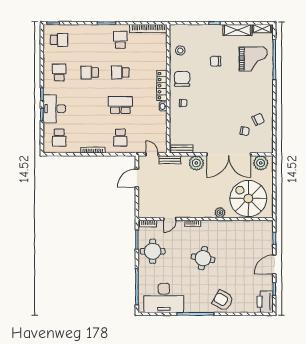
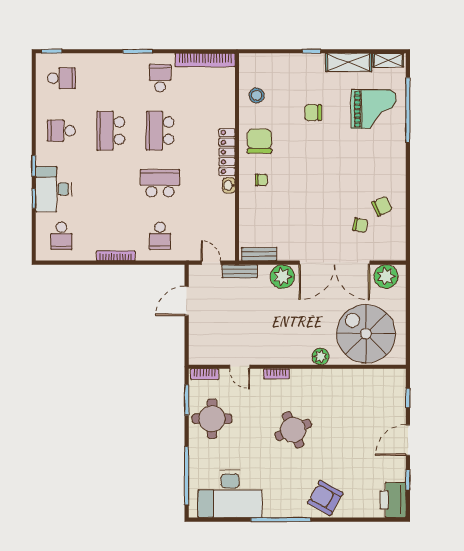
school desk: (59, 72) -> (61, 131), turned -90
school desk: (90, 72) -> (111, 131), width x1.85
school desk: (120, 72) -> (160, 131), width x1.85
door: (170, 219) -> (240, 367), hinge flipped
round table: (203, 258) -> (293, 430), turned -33

